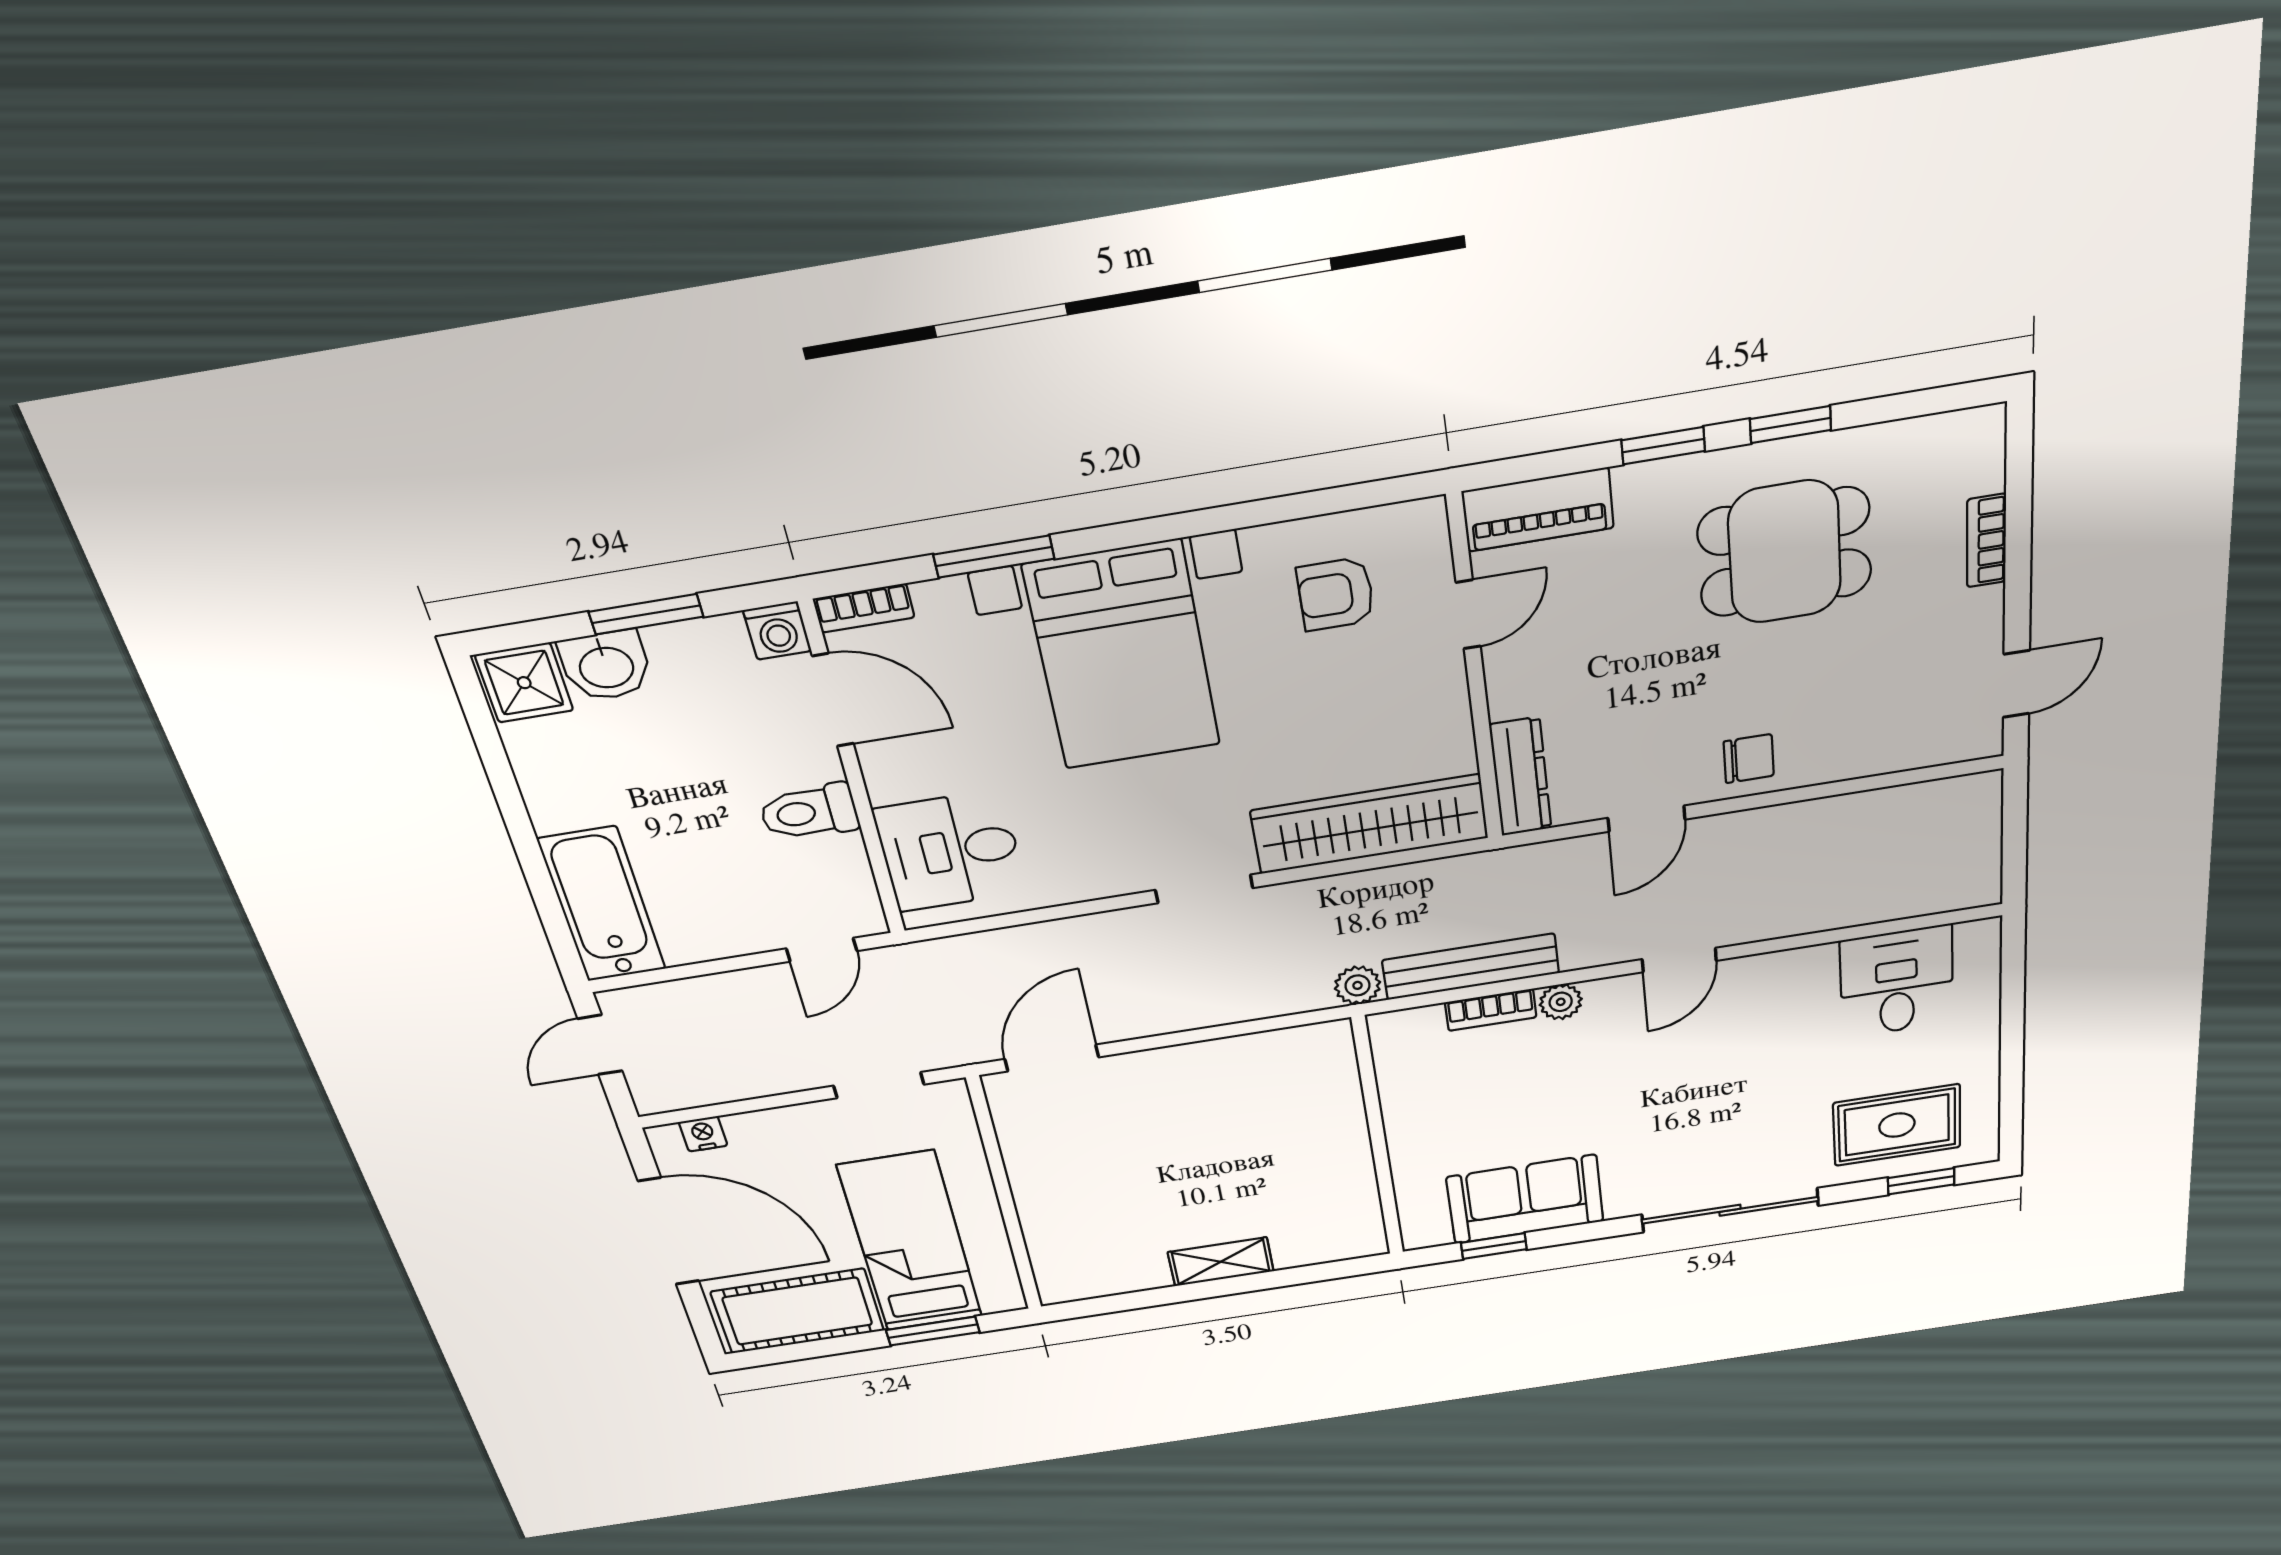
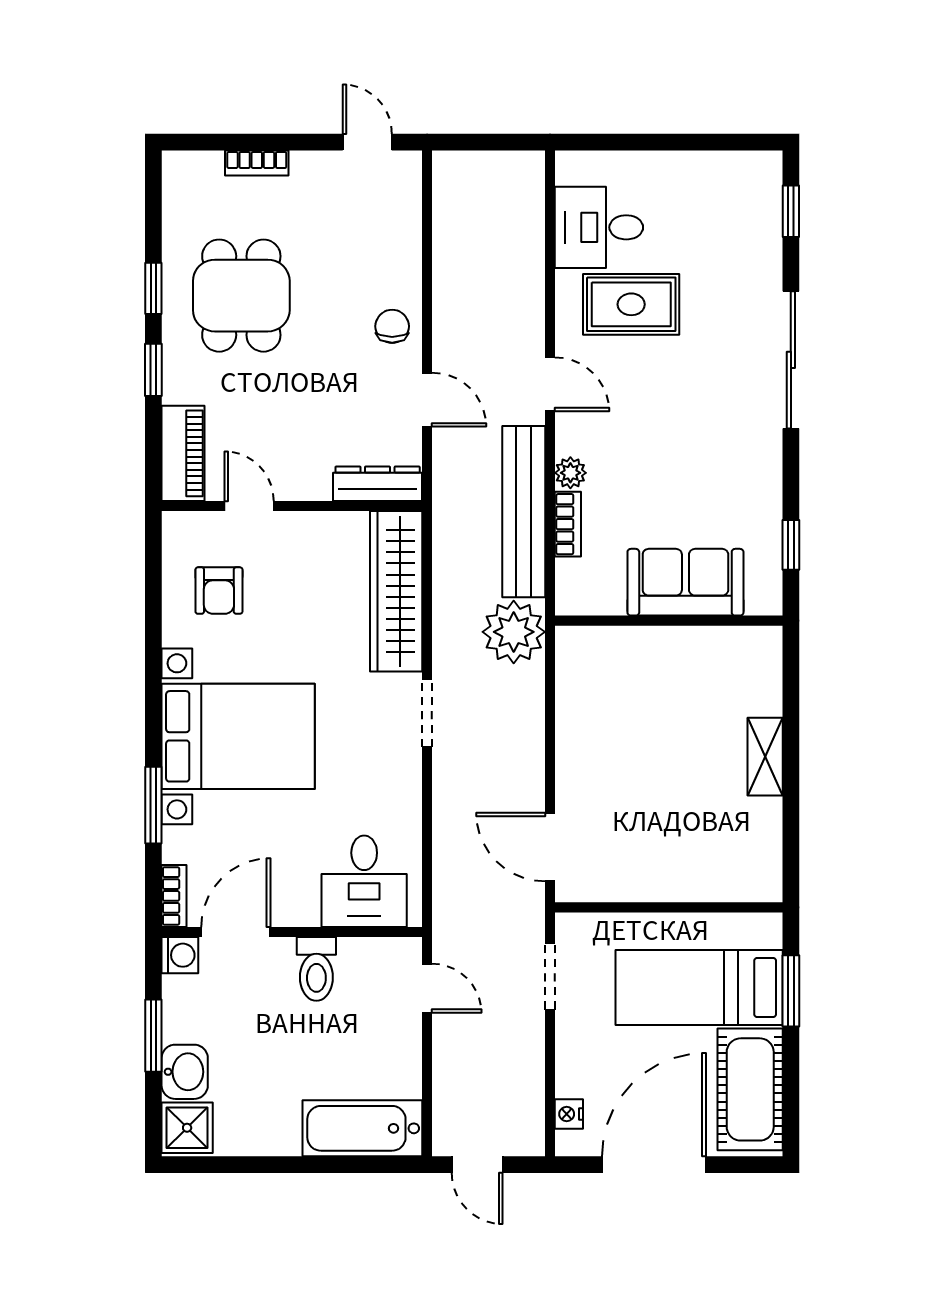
bench: (1471, 967) -> (524, 512), width x1.37, depth x1.21
plant: (1358, 985) -> (514, 632), width x1.87, depth x1.87
rug: (1897, 1125) -> (631, 304), moved, turned 90
sofa: (1525, 1199) -> (685, 582), moved, turned 90

